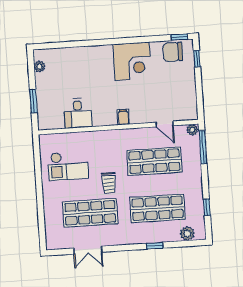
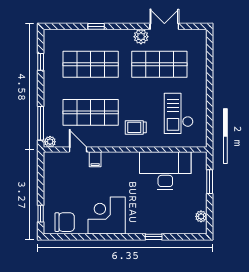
window: (179, 37) -> (154, 237), moved
desk: (78, 113) -> (165, 171), width x1.87, depth x1.30
filing cabinet: (123, 117) -> (95, 159), moved
checkout: (68, 166) -> (179, 113), turned -90
trolley: (109, 183) -> (136, 127), moved, turned -90
plant: (187, 234) -> (141, 37), moved

